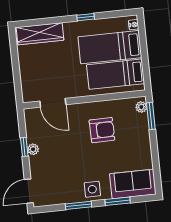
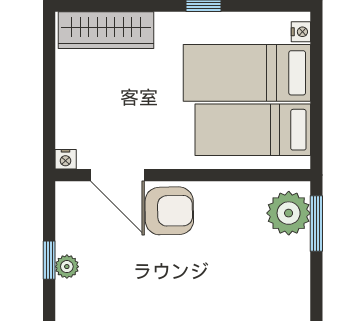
nightstand: (27, 98) -> (66, 159), added
plant: (141, 107) -> (289, 213), width x1.87, depth x1.87
armchair: (102, 130) -> (169, 211), moved

